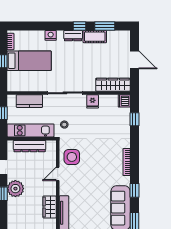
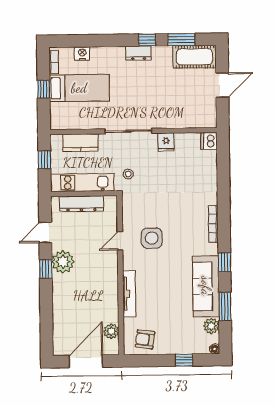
nightstand: (51, 35) -> (82, 54), moved
cot: (95, 37) -> (195, 57), moved, width x1.37, depth x1.34
door: (134, 60) -> (222, 85), hinge flipped
wardrobe: (113, 85) -> (193, 119), removed
window: (134, 119) -> (223, 166), removed
side table: (72, 157) -> (152, 238), moved
wardrobe: (50, 207) -> (110, 286), removed

